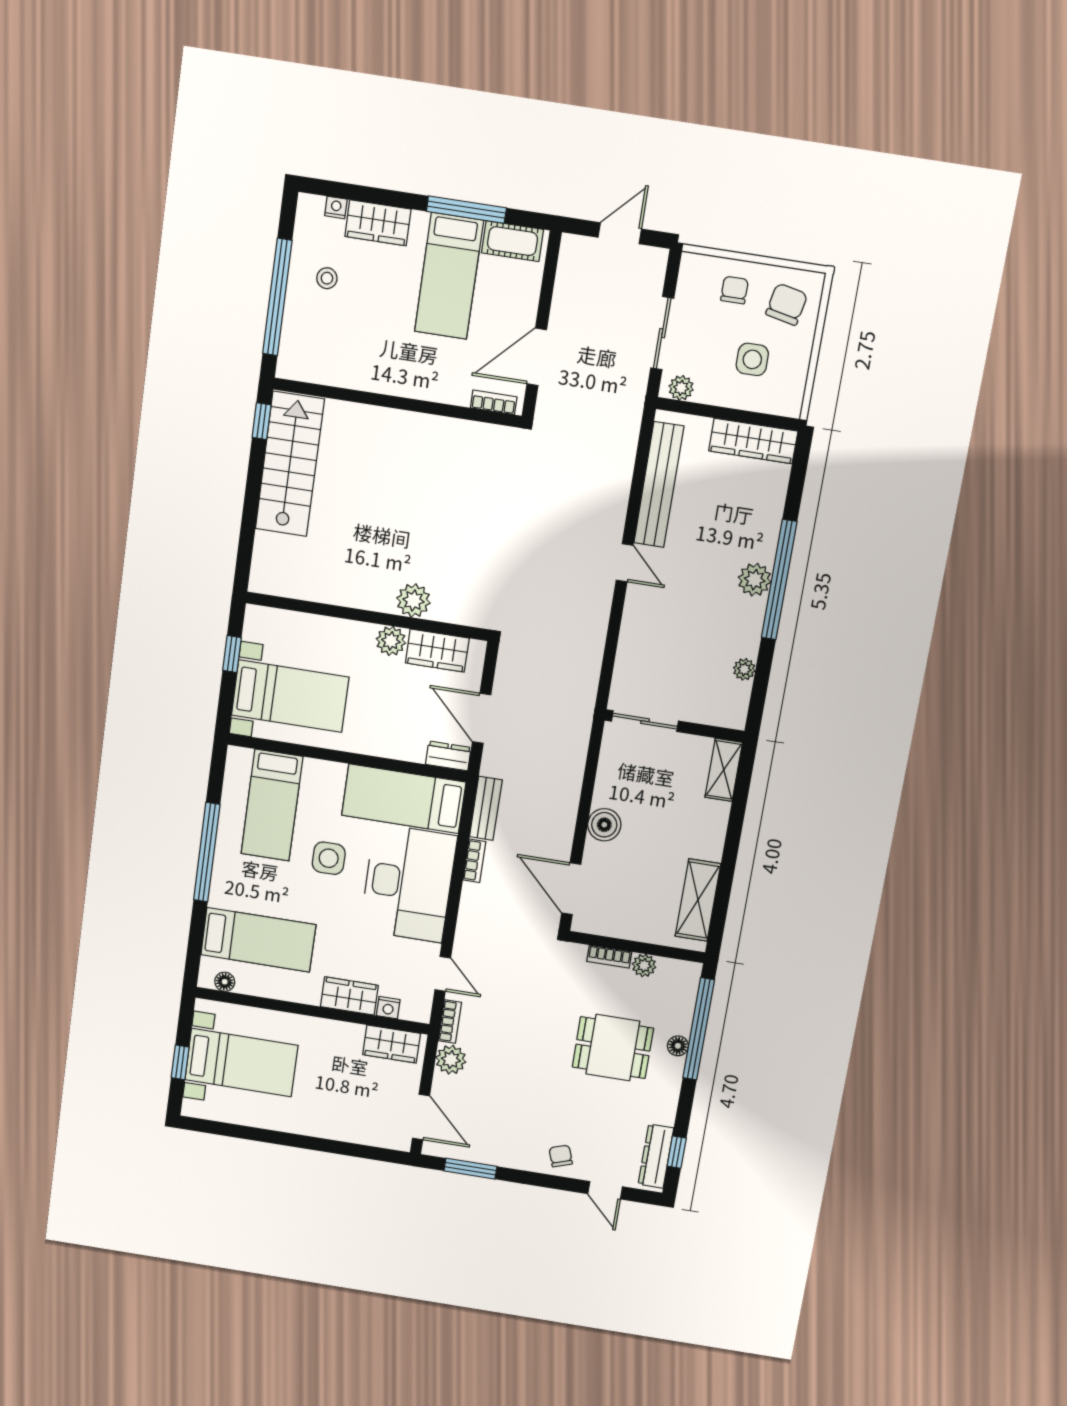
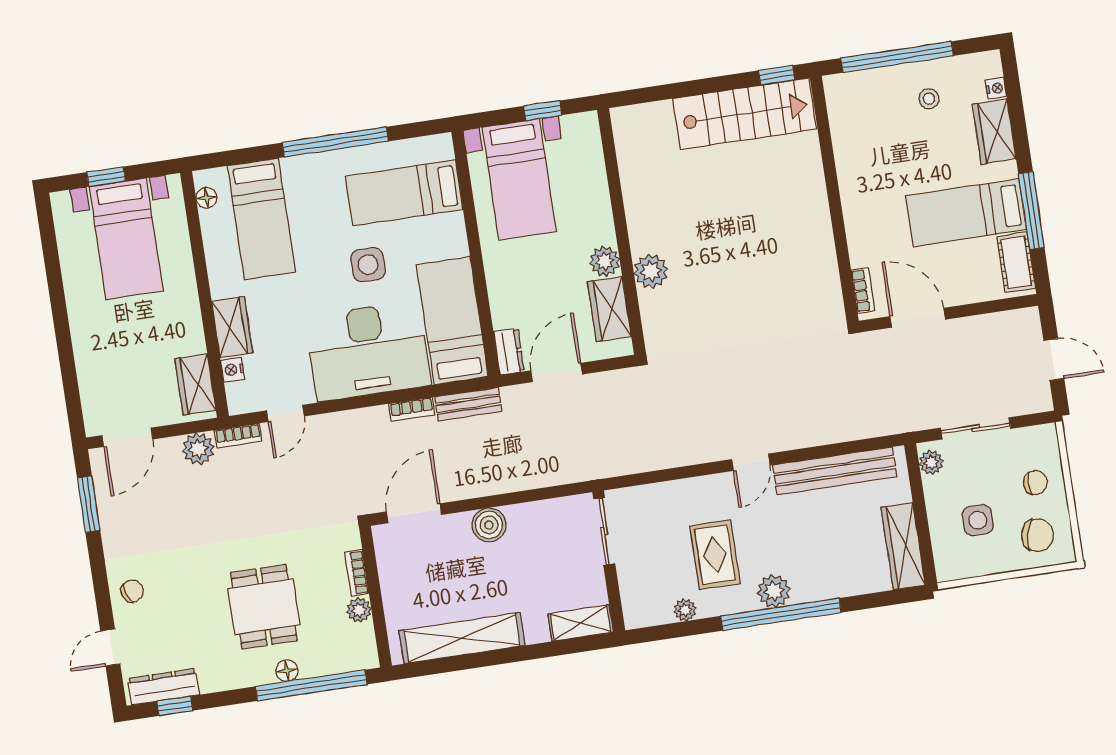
rug: (701, 625) -> (715, 555), added
shelving: (698, 900) -> (462, 638), width x1.47

